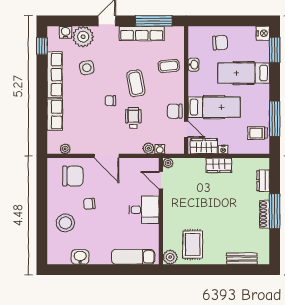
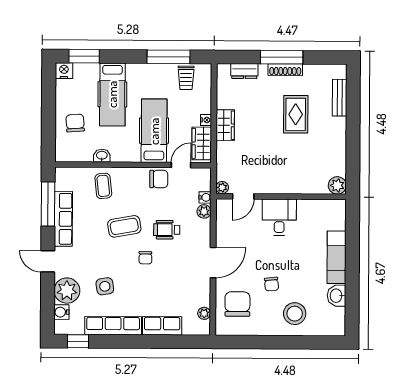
chair: (175, 111) -> (159, 179), turned -90
rug: (193, 245) -> (296, 114), moved, turned 90
exam couch: (133, 257) -> (337, 257), moved

